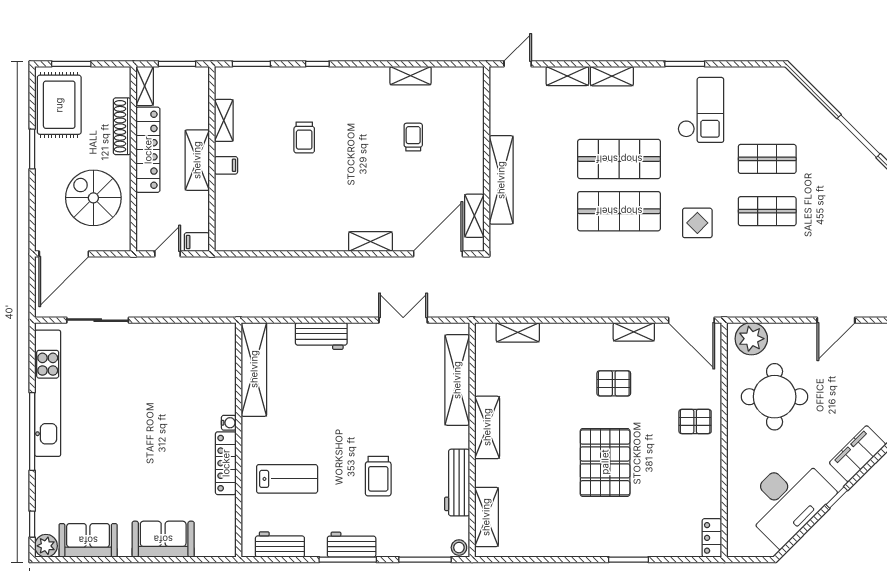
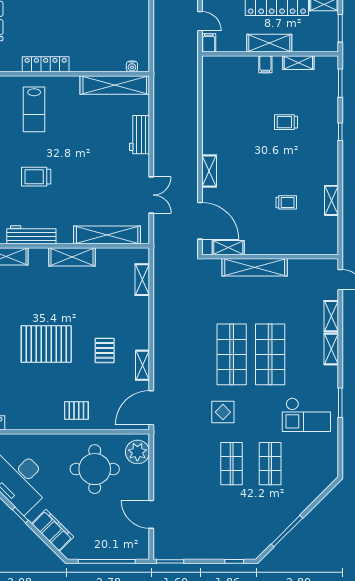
pallet: (695, 421) -> (76, 410), turned 90
water cooler: (229, 423) -> (132, 66), moved

